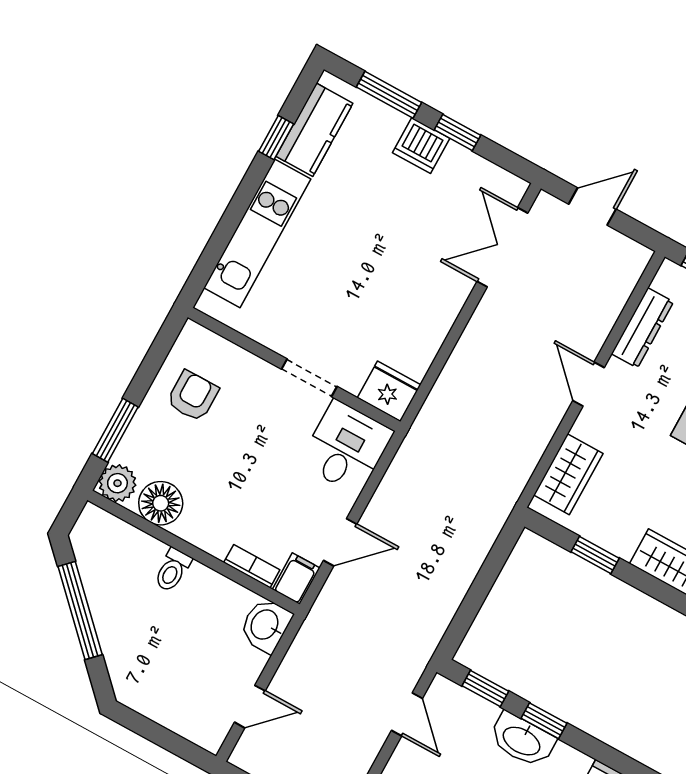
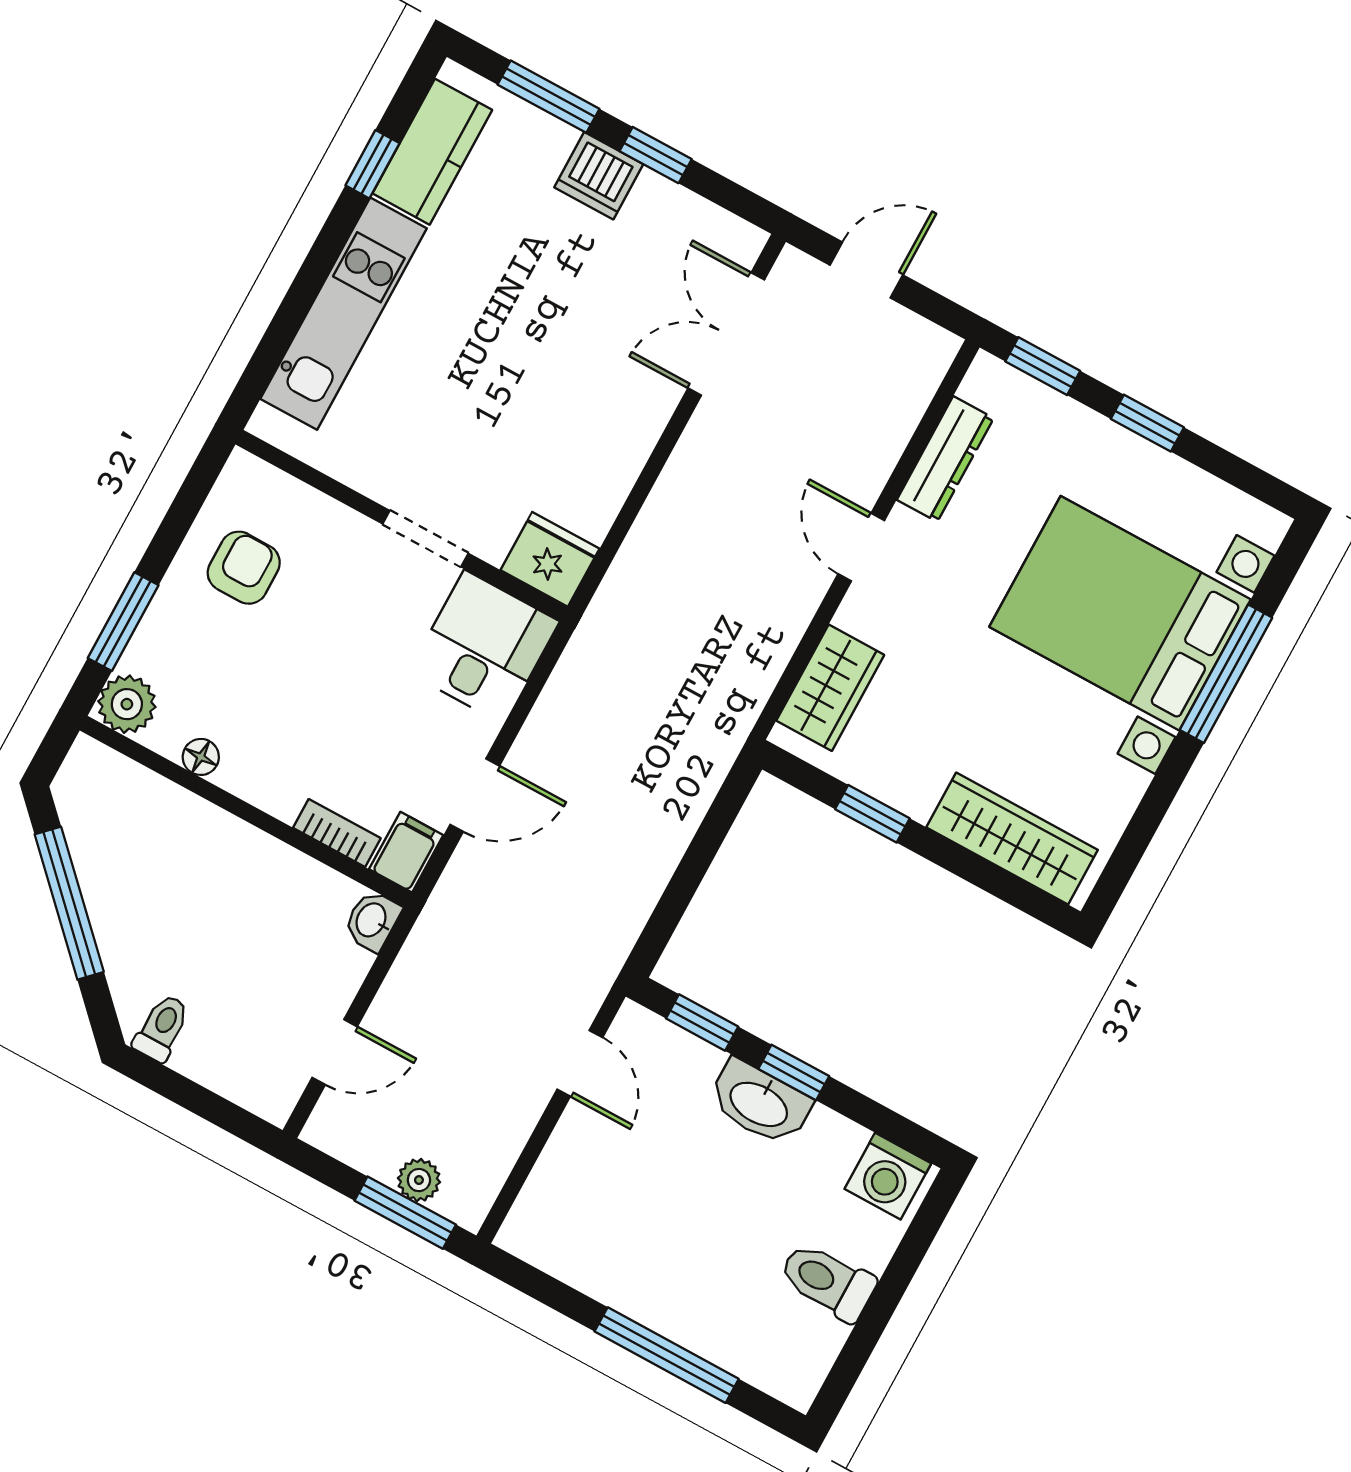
floor lamp: (161, 503) -> (201, 757), width x0.53, depth x0.53
toilet: (173, 570) -> (162, 1028), moved, turned 180
washbasin: (266, 625) -> (372, 920), width x0.72, depth x0.69

